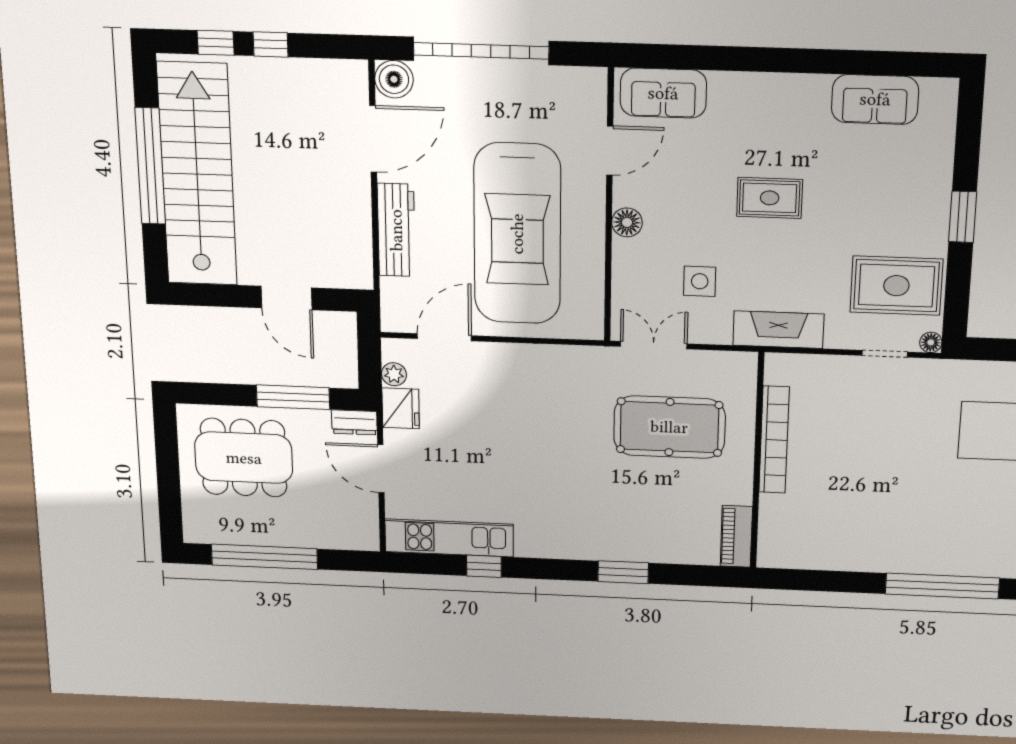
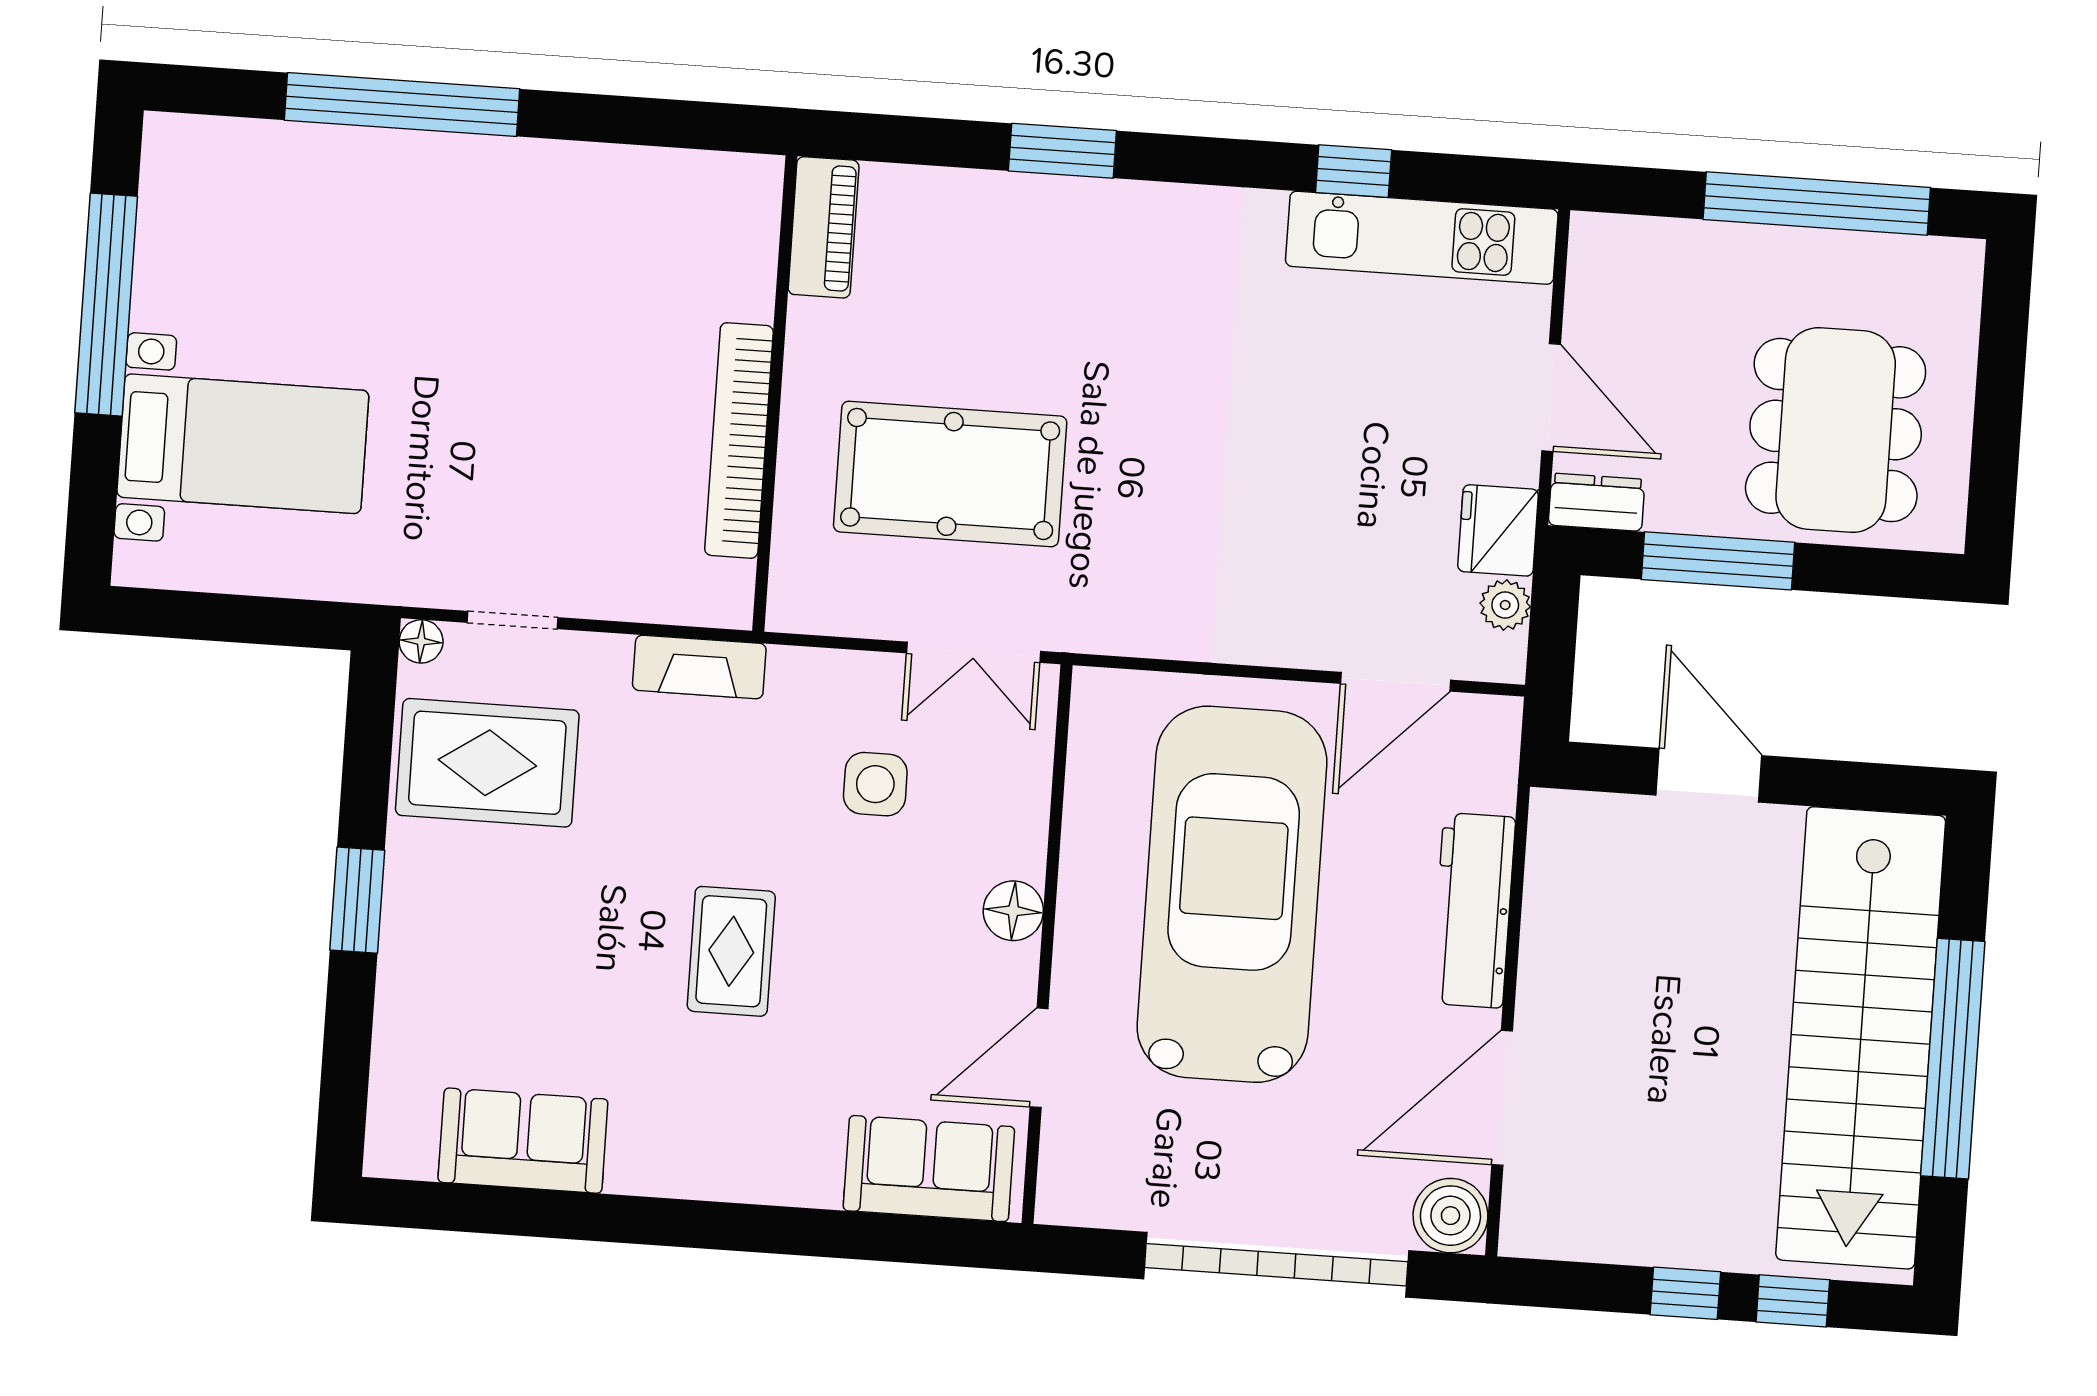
rug: (770, 198) -> (731, 951), turned 90
fireplace: (778, 330) -> (699, 667), width x0.73, depth x0.76
dining table: (244, 458) -> (1836, 430), turned 90

